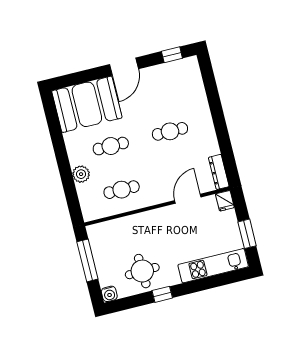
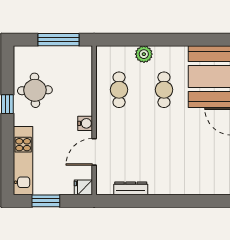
cafe table: (170, 131) -> (164, 151), removed
dresser: (219, 172) -> (131, 188), moved
door: (188, 199) -> (94, 152), swing flipped
water cooler: (109, 294) -> (85, 123), moved, turned 180

